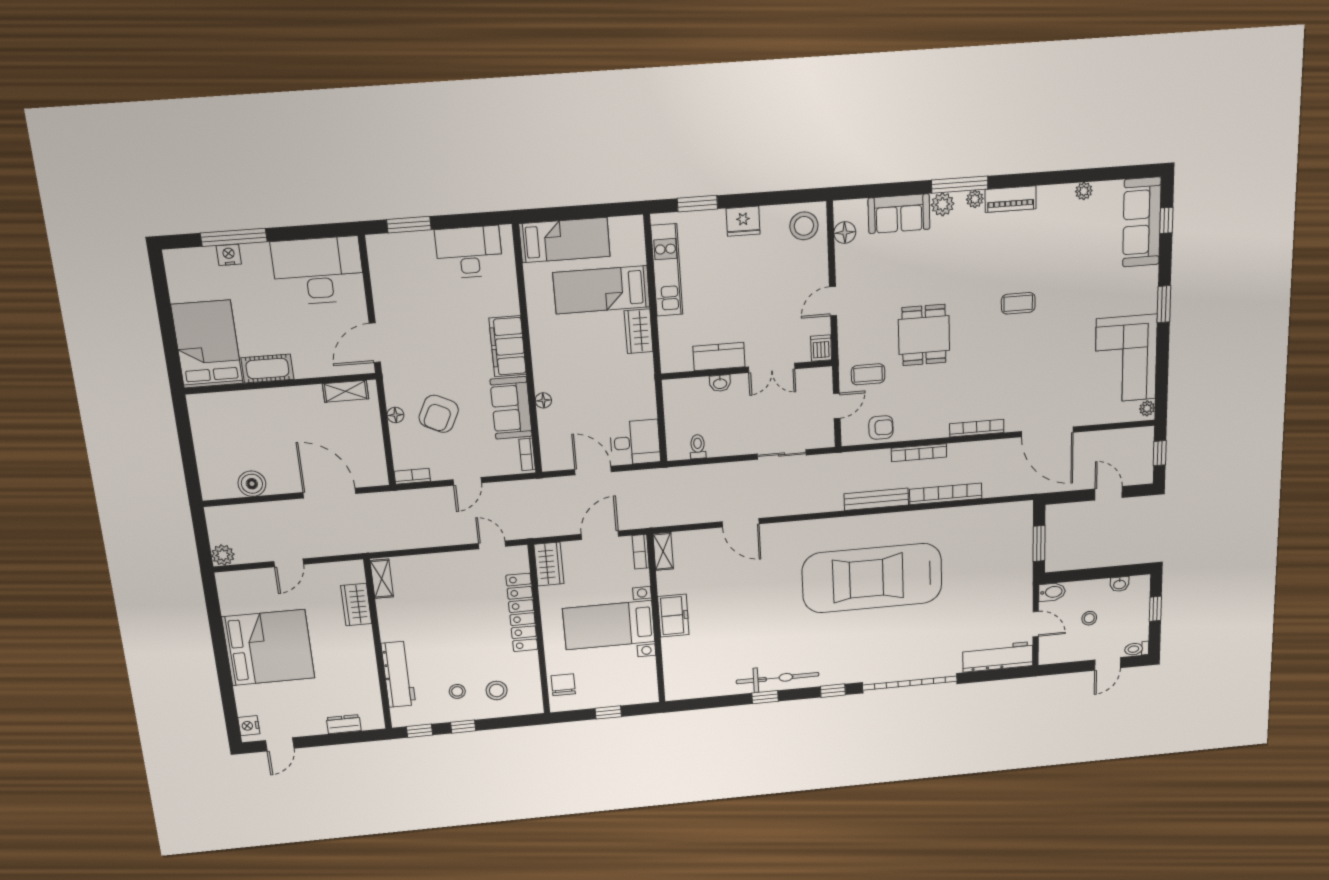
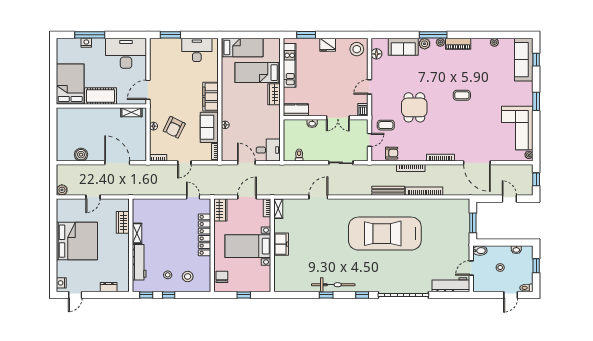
kitchen counter: (719, 356) -> (296, 110), moved
cot: (267, 369) -> (101, 96), width x1.37, depth x1.34
door: (741, 523) -> (318, 197), swing flipped
shelving: (382, 579) -> (137, 233), moved
door: (1036, 624) -> (471, 268), swing flipped

